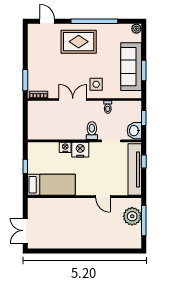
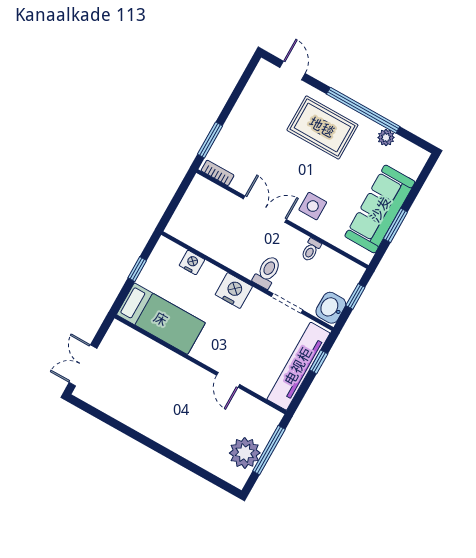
plant: (136, 29) -> (386, 138), moved
nightstand: (65, 147) -> (192, 262), moved
plant: (132, 216) -> (245, 453), moved

